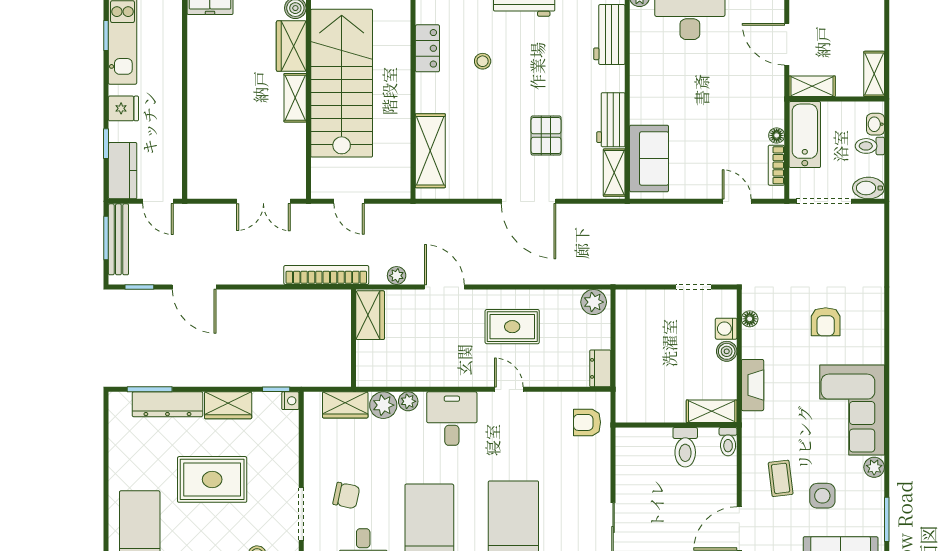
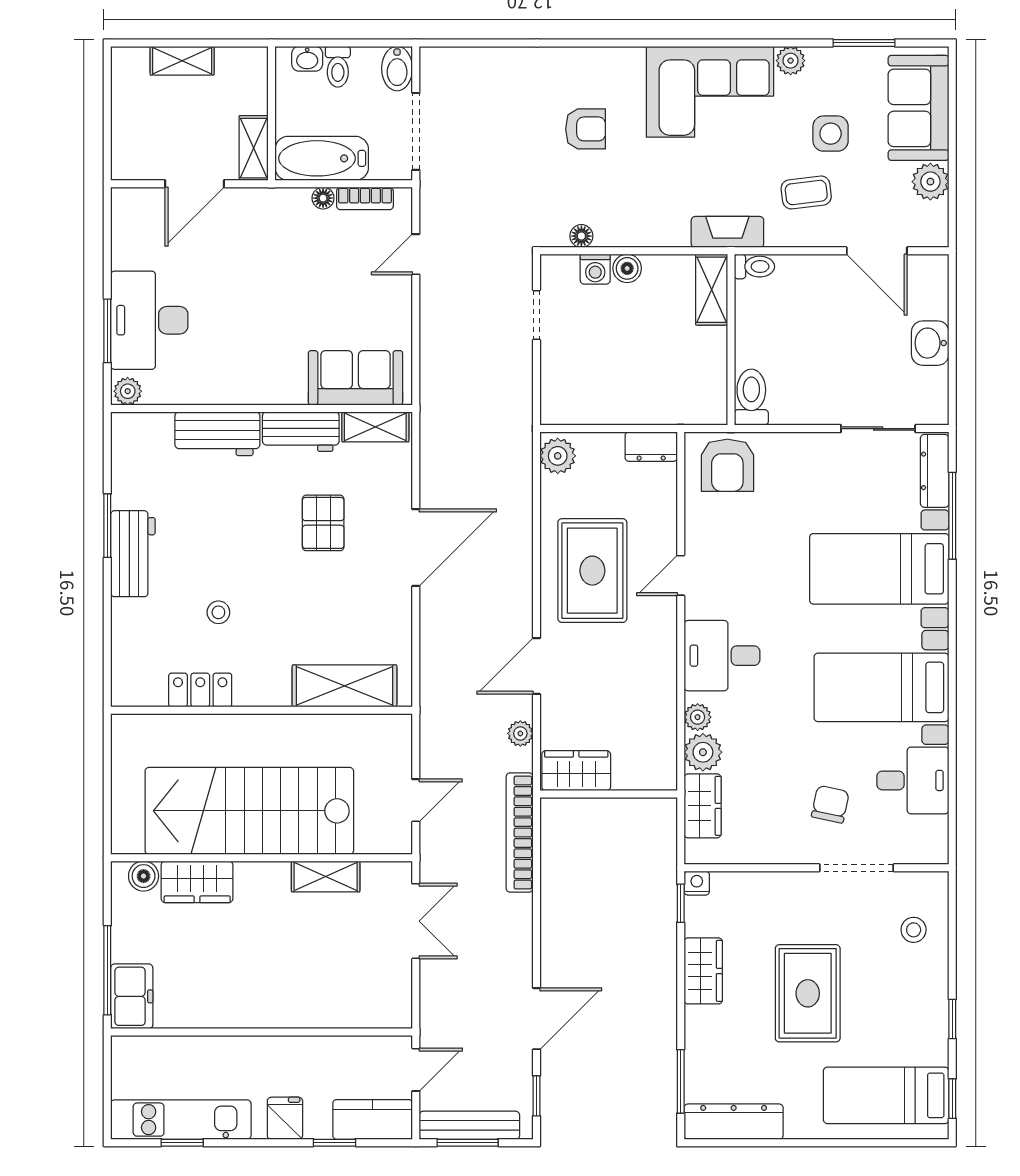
workbench: (609, 35) -> (217, 434), moved
shelving: (874, 74) -> (182, 61), moved
shelving: (295, 98) -> (326, 877), moved
pallet: (546, 136) -> (323, 523), turned 90
rug: (512, 327) -> (592, 571), width x1.36, depth x1.43
fireplace: (753, 385) -> (727, 232), moved
dresser: (167, 404) -> (734, 1122), moved, turned -90
armchair: (587, 422) -> (727, 465), width x1.38, depth x1.38
toilet: (685, 447) -> (751, 397), moved, turned -90

